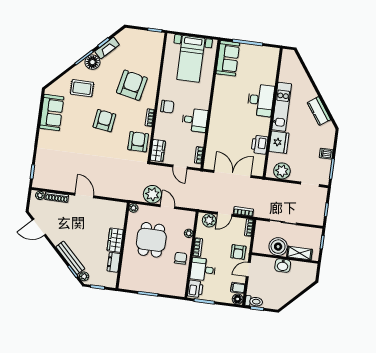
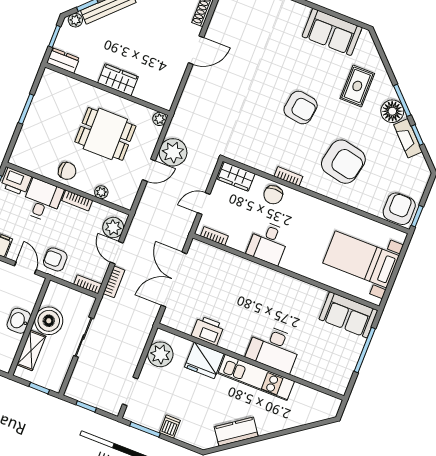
chair: (167, 107) -> (273, 195), moved
armchair: (138, 142) -> (399, 209), moved, turned -90
double door: (233, 174) -> (174, 279), swing flipped
dresser: (114, 262) -> (63, 61), moved

